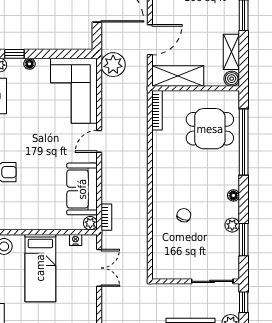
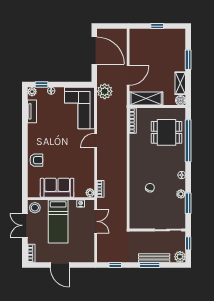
sofa: (82, 189) -> (57, 188), moved, turned 90

